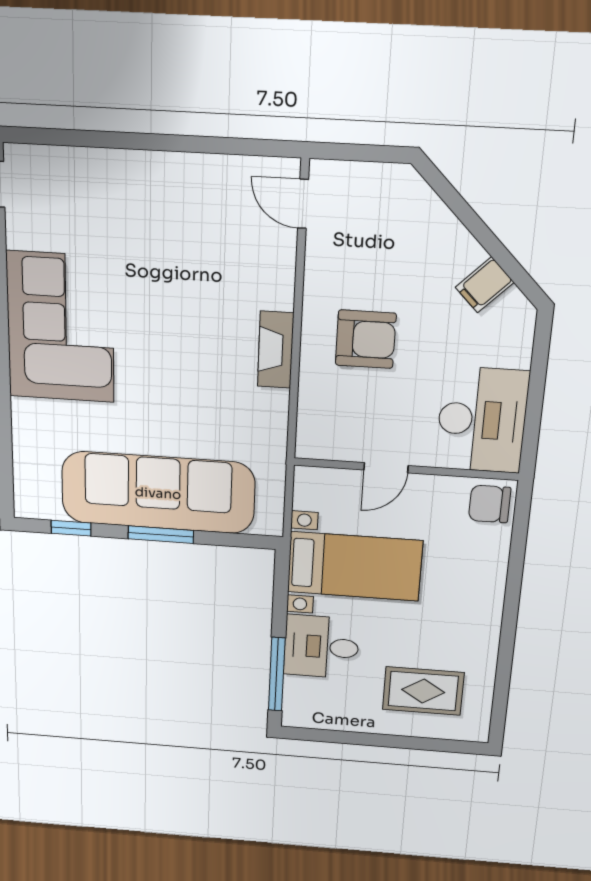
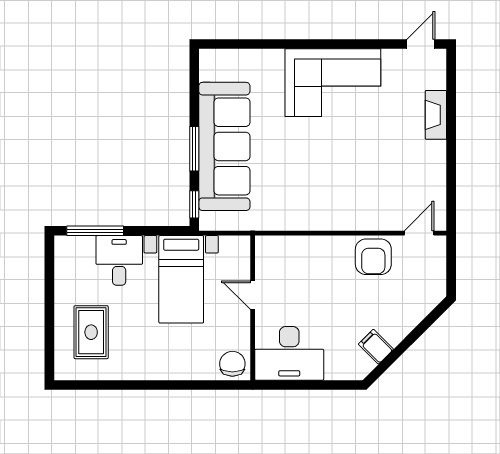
armchair: (366, 339) -> (373, 257), moved
fireplace: (276, 350) -> (436, 115), moved, turned -90
window: (71, 528) -> (194, 204), moved

